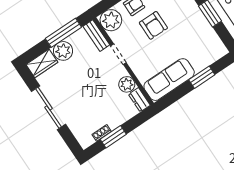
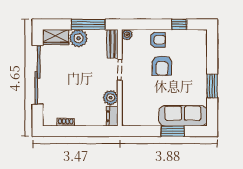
plant: (111, 20) -> (127, 35), width x0.53, depth x0.53
sofa: (169, 80) -> (183, 116), moved
sliding door: (48, 108) -> (38, 75), width x1.36
window: (113, 137) -> (73, 131), removed

